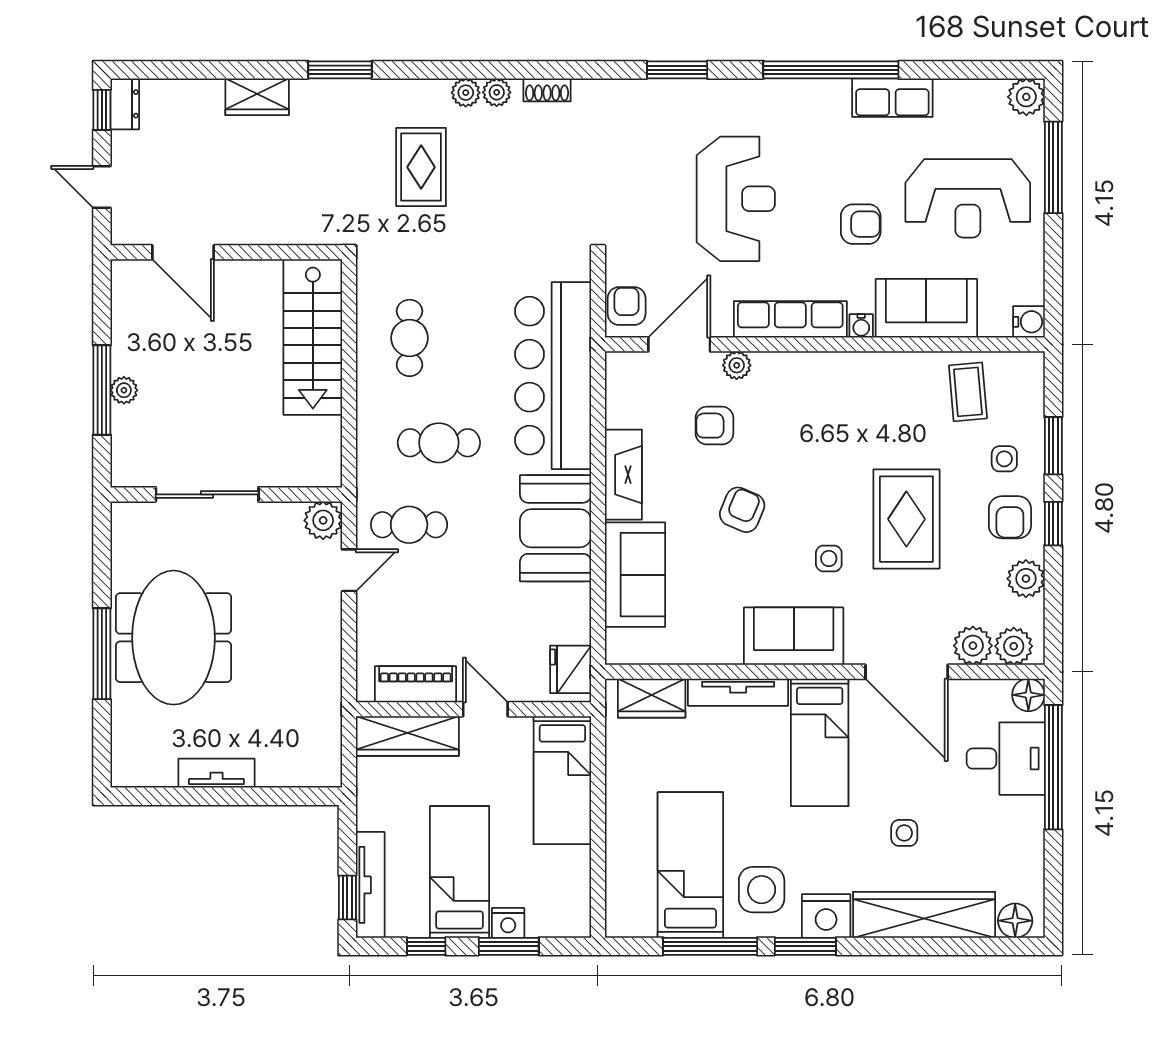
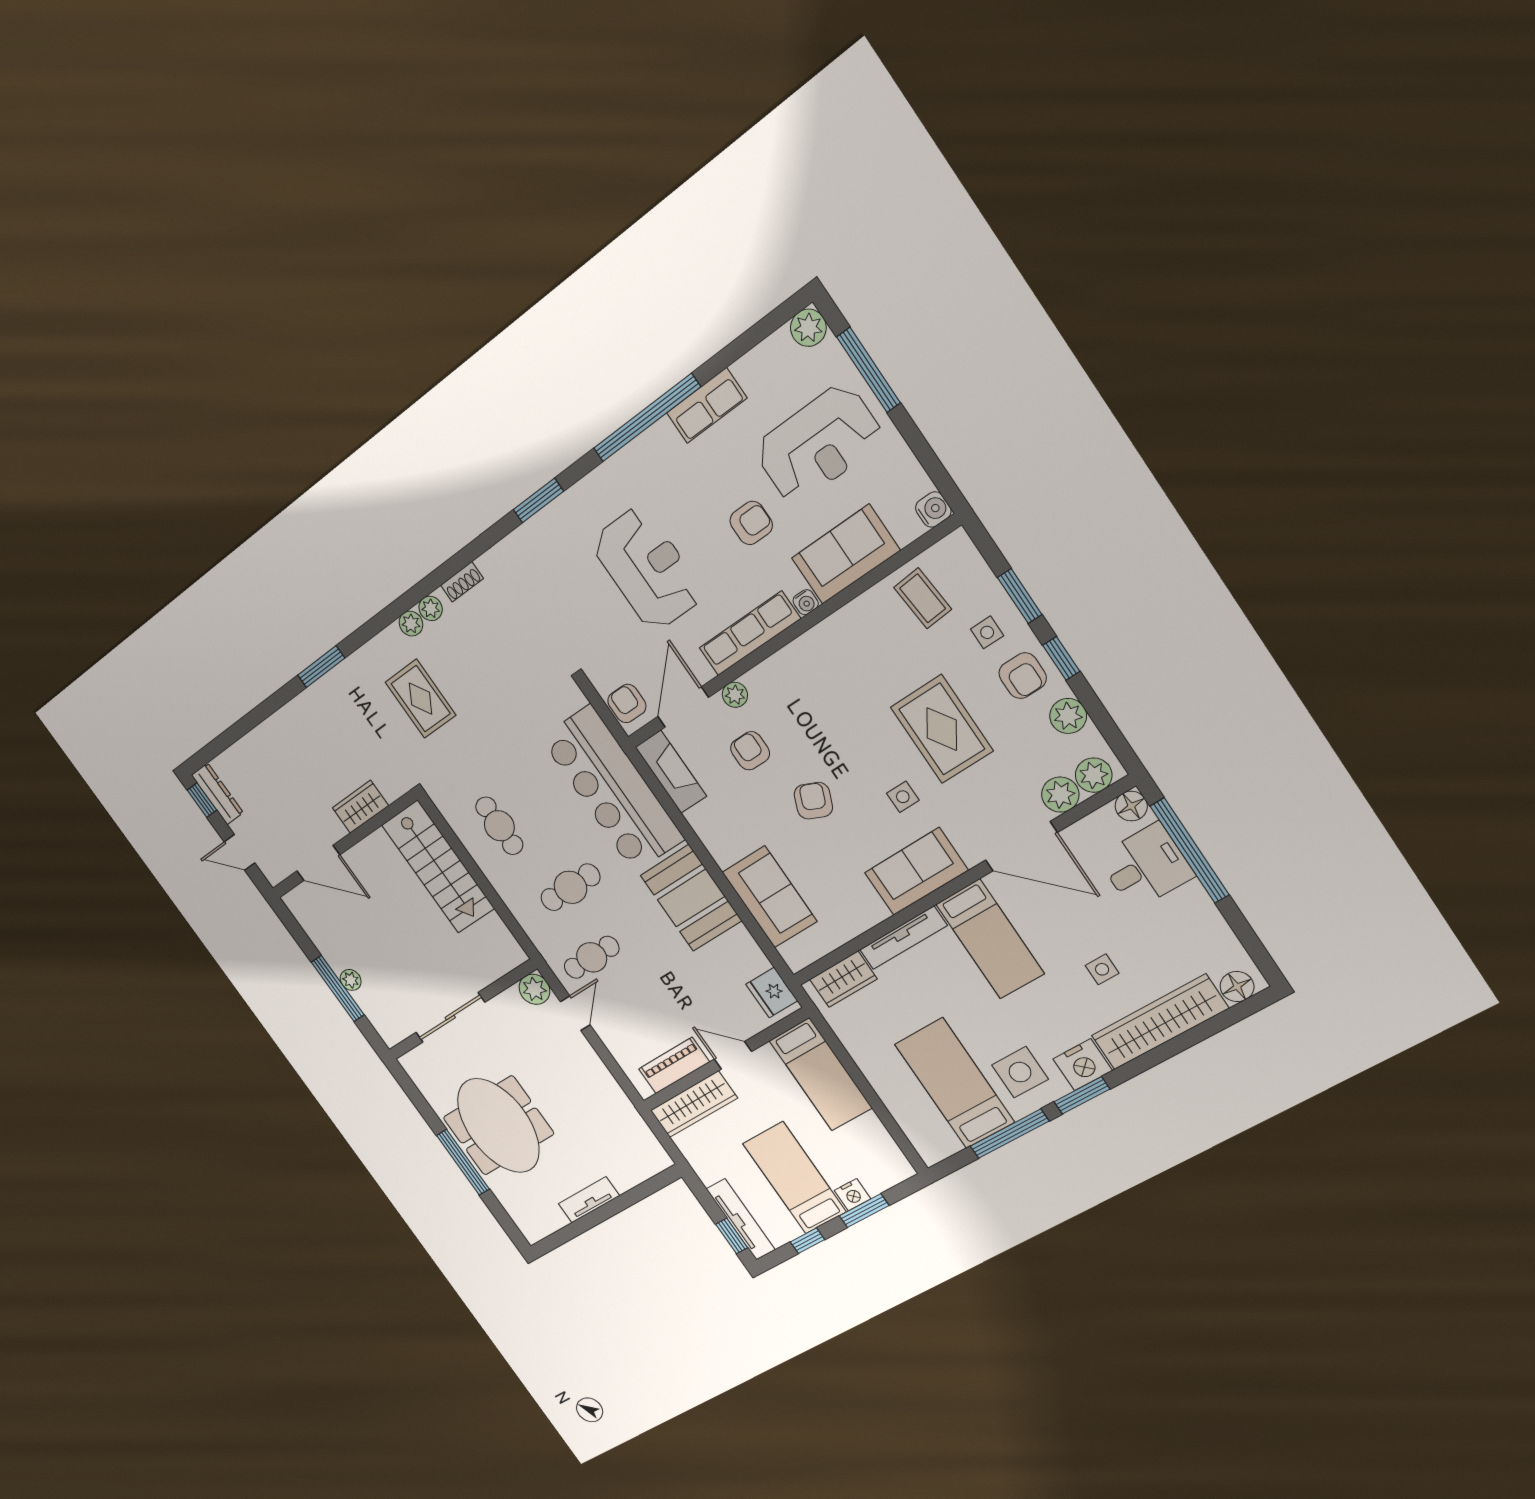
wardrobe: (257, 97) -> (360, 807), moved, turned 180
dresser: (125, 104) -> (217, 794), width x1.44
armchair: (714, 426) -> (750, 751), turned 90
fireplace: (623, 475) -> (671, 772), moved

